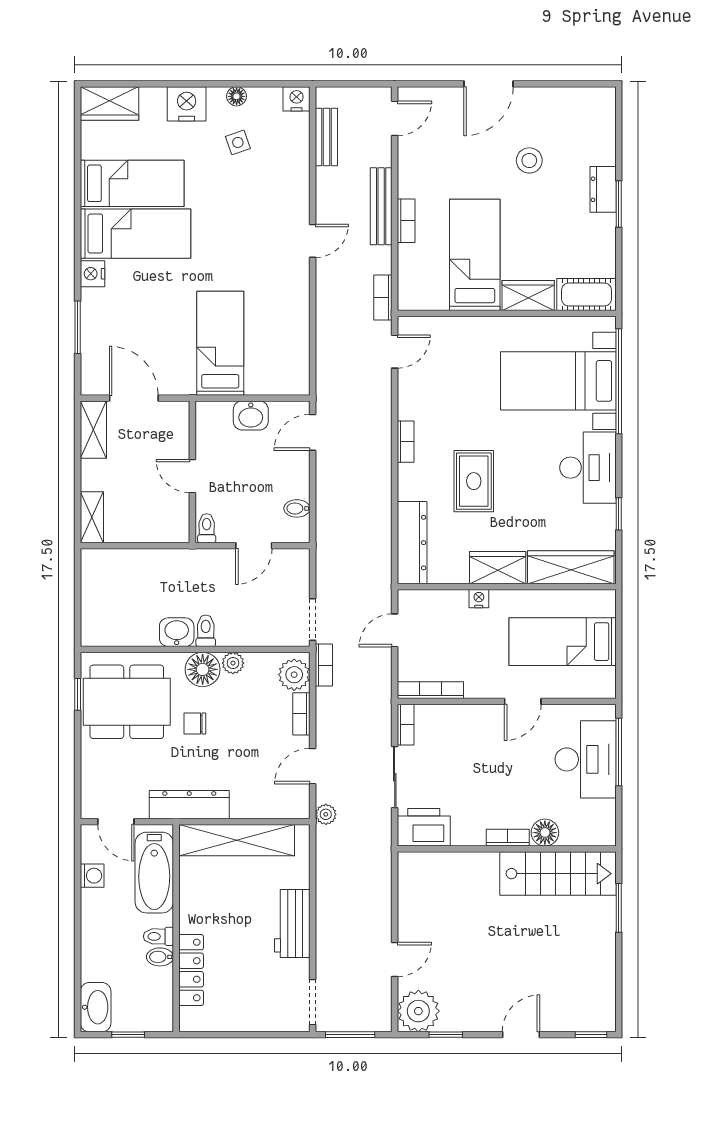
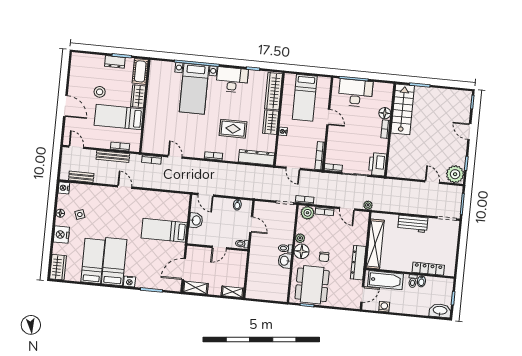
bed: (475, 255) -> (119, 117), moved
wardrobe: (528, 295) -> (138, 96), moved
cot: (587, 295) -> (140, 71), moved
wall: (507, 313) -> (145, 106), moved

